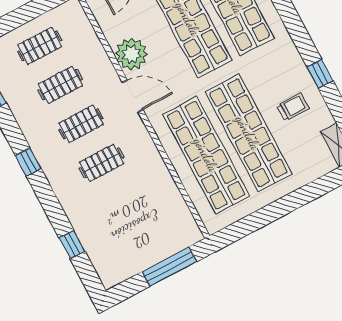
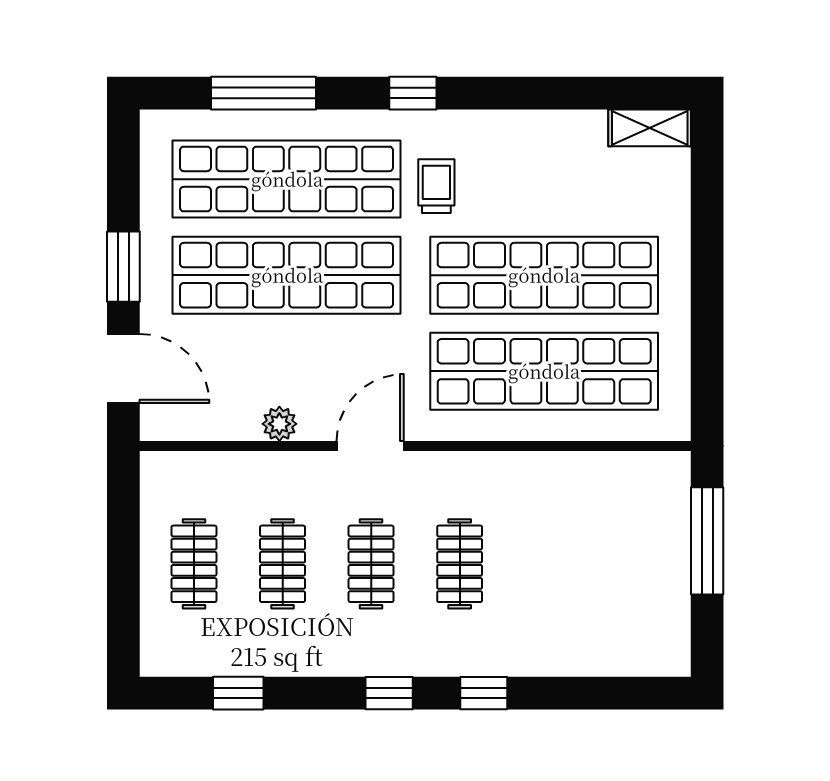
plant: (131, 54) -> (279, 424), width x0.53, depth x0.53
window: (320, 74) -> (413, 93), moved
trolley: (293, 107) -> (436, 186), moved
window: (72, 245) -> (484, 693), moved

